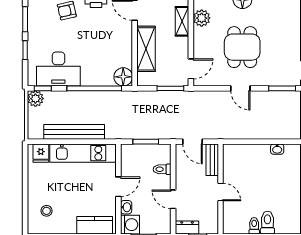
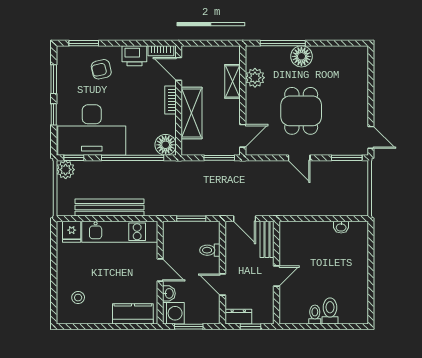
bookcase: (127, 38) -> (170, 100), added
desk: (58, 69) -> (92, 130), width x1.36, depth x1.30
door: (118, 187) -> (160, 270), hinge flipped
door: (221, 192) -> (276, 276), hinge flipped

